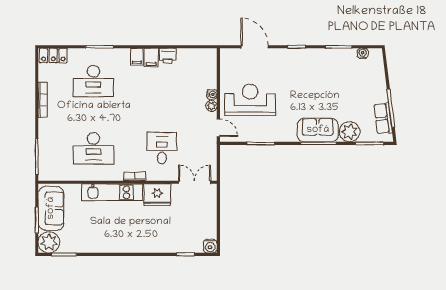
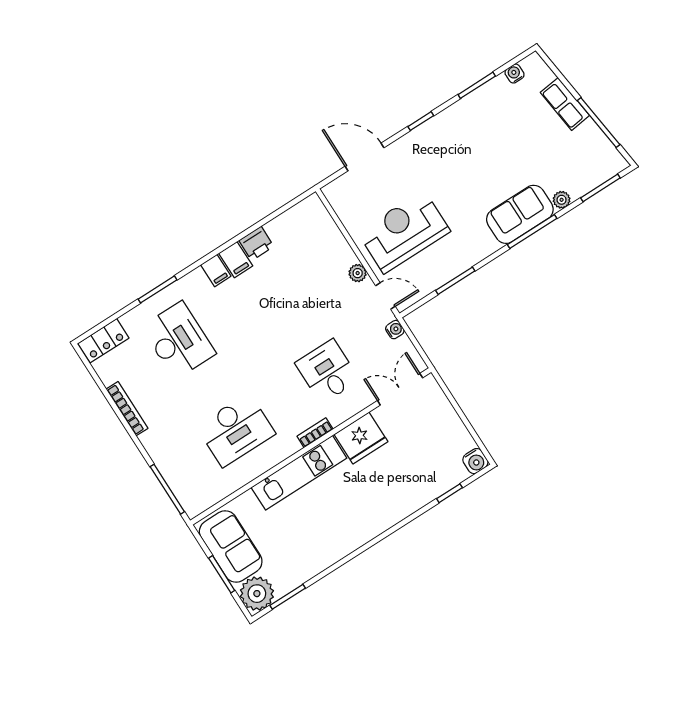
desk: (93, 81) -> (178, 340), turned -90
water cooler: (212, 94) -> (395, 330), moved
row of seats: (383, 118) -> (565, 104), moved
plant: (350, 132) -> (562, 200), width x0.53, depth x0.53

